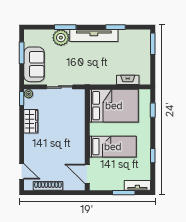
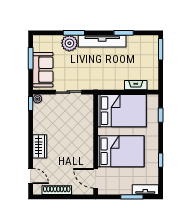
wardrobe: (31, 121) -> (40, 146), moved
bed: (113, 147) -> (121, 151), width x1.50

